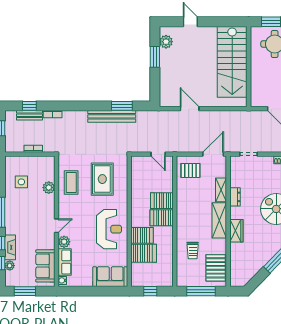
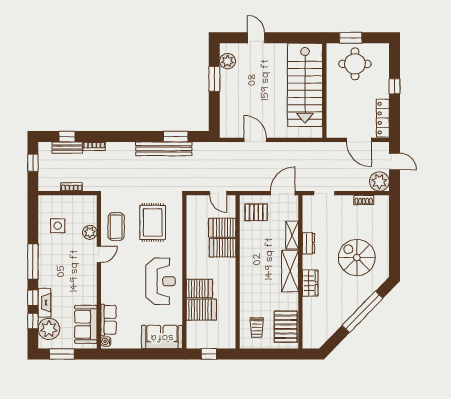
server rack: (162, 218) -> (222, 228), moved
door: (57, 226) -> (99, 254), moved
plant: (64, 242) -> (108, 296), removed
trolley: (193, 250) -> (257, 328), moved
plant: (10, 266) -> (49, 329), width x1.88, depth x1.88
window: (201, 291) -> (269, 354), removed

